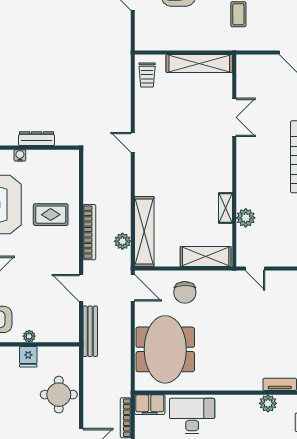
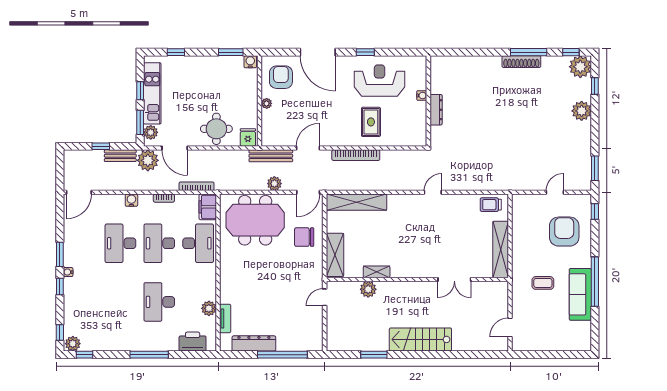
plant: (122, 241) -> (274, 184), moved
fridge: (28, 357) -> (248, 137), moved, turned 90

